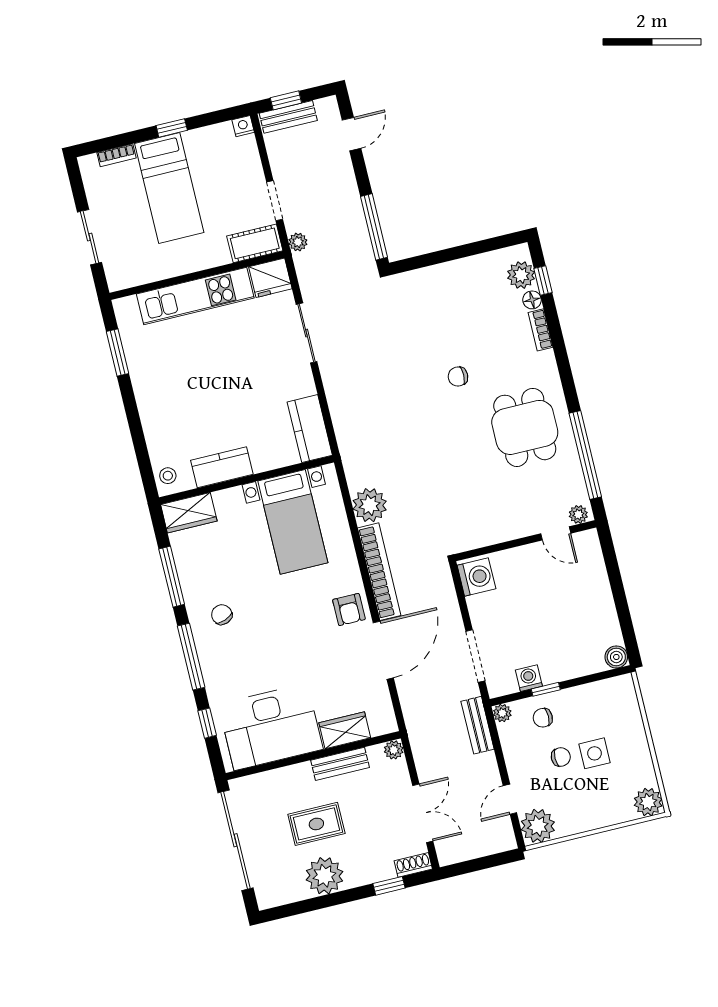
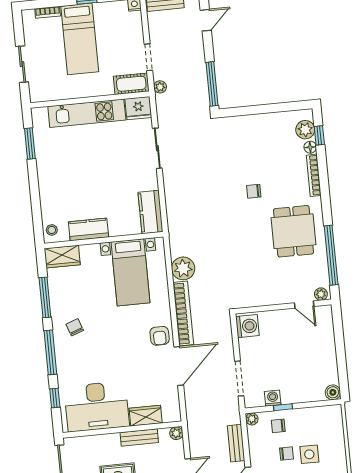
bookcase: (540, 330) -> (314, 175), width x1.56
bench: (478, 725) -> (236, 443), moved

